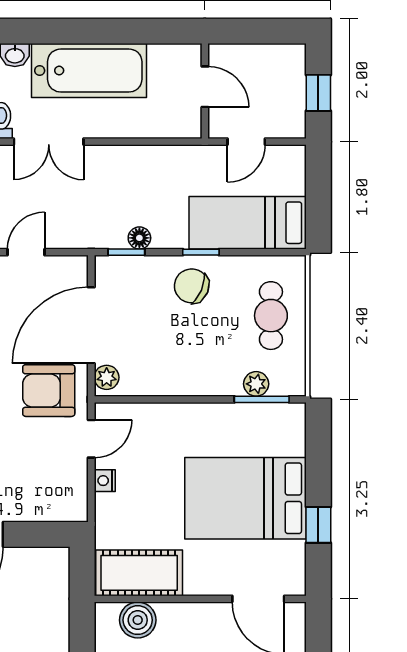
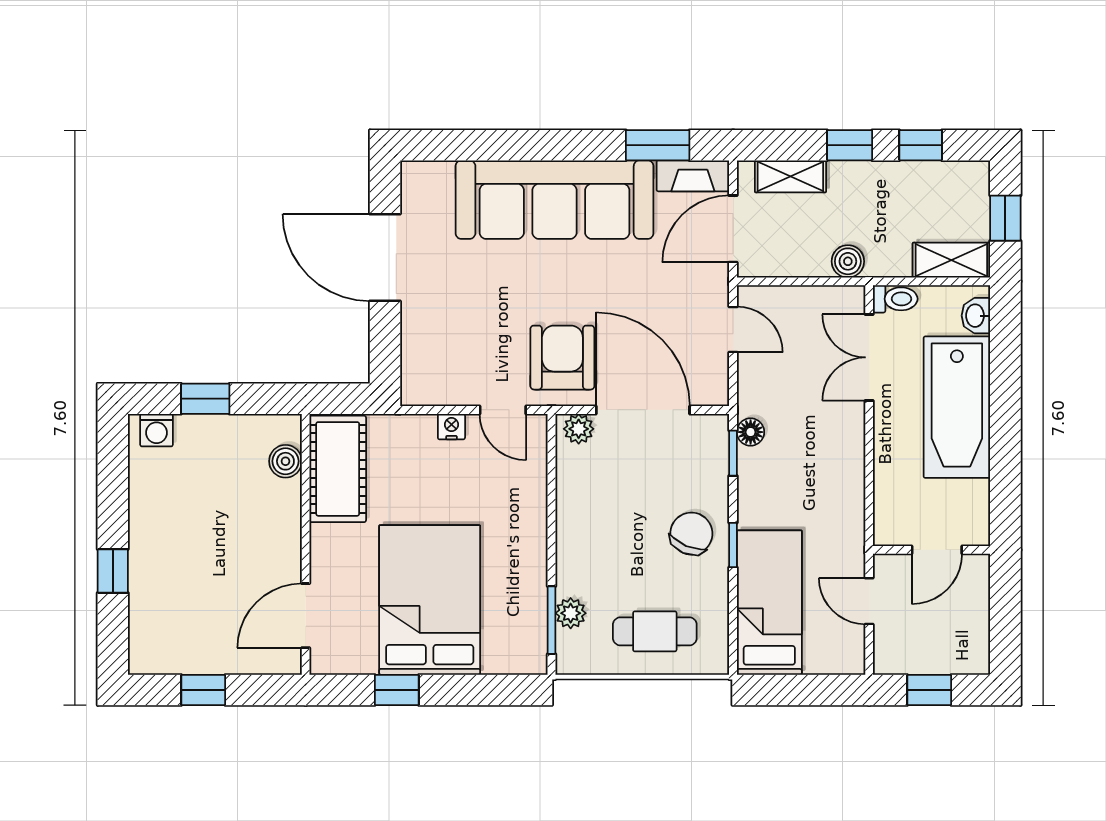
floor lamp: (139, 238) -> (751, 432), moved
boiler: (138, 620) -> (285, 461), width x0.73, depth x0.73

